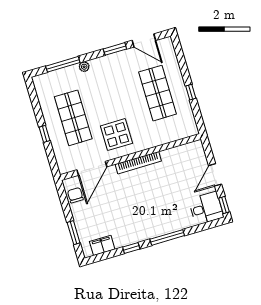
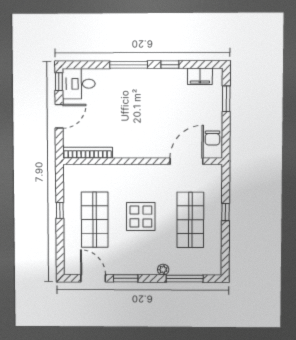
display table: (116, 135) -> (141, 216), moved
bookcase: (138, 163) -> (88, 153), moved

